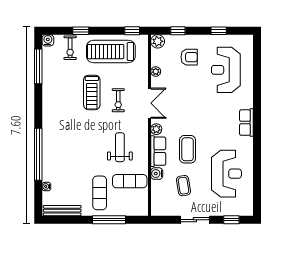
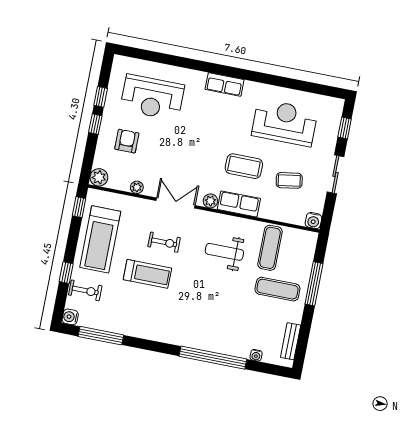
window: (178, 31) -> (95, 124), moved
water cooler: (157, 174) -> (313, 221), moved
bench: (62, 211) -> (291, 341), width x0.73

